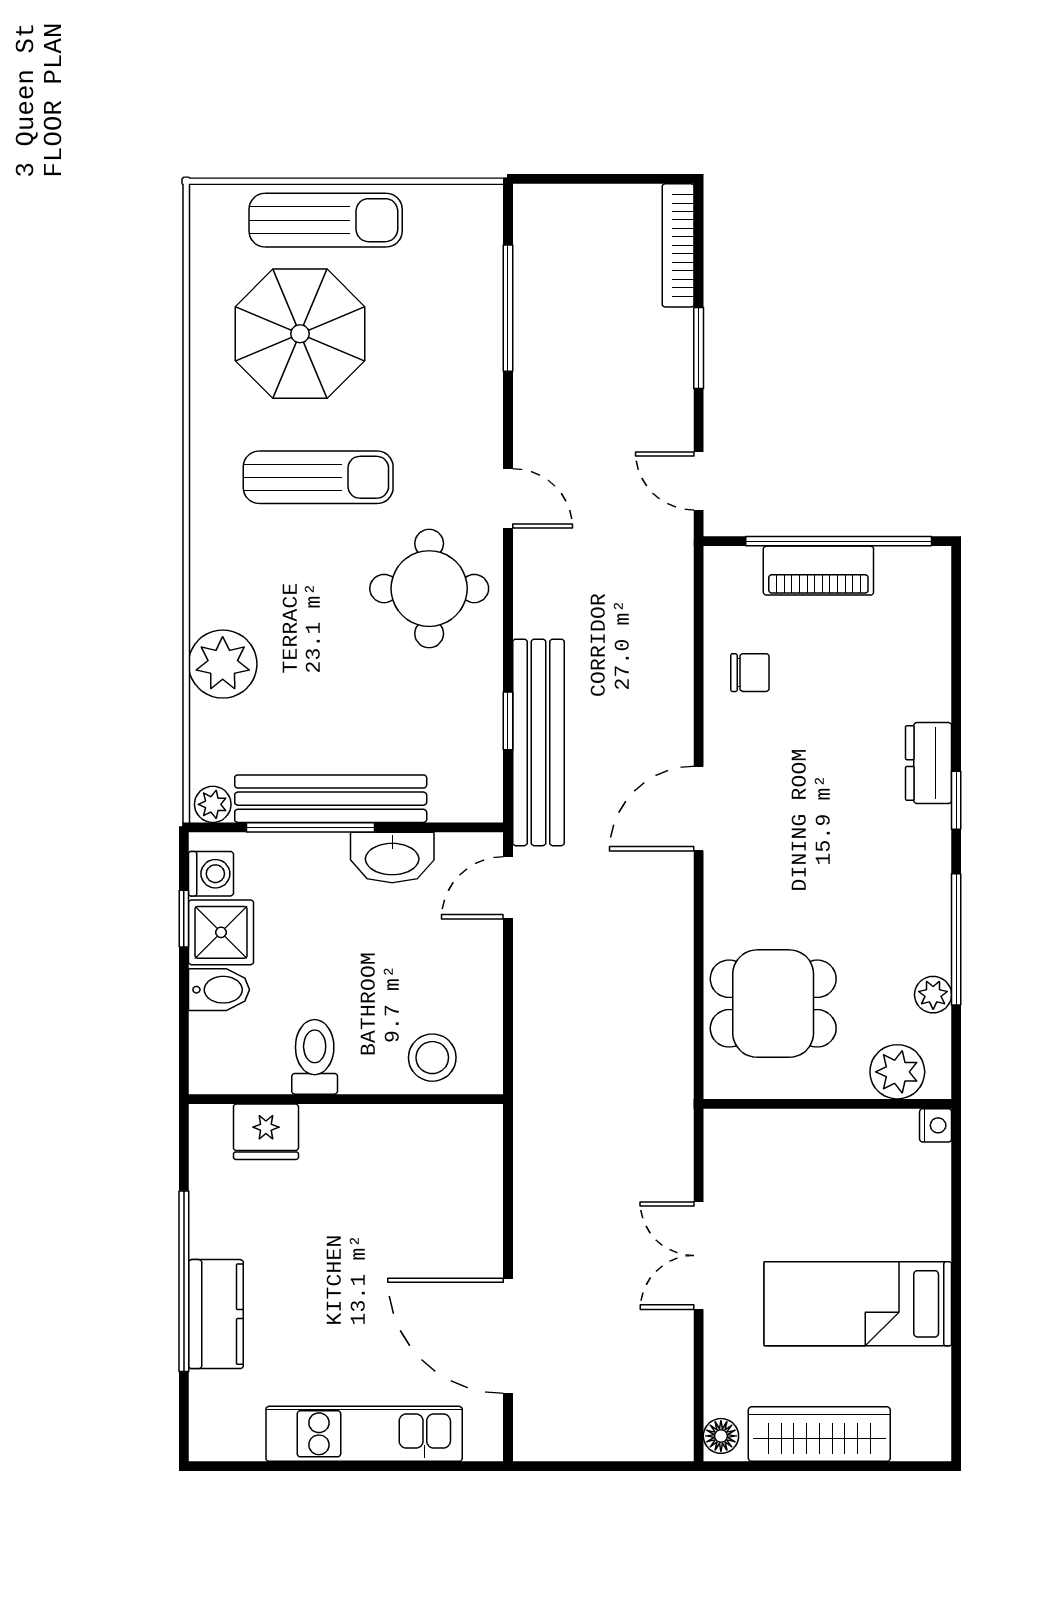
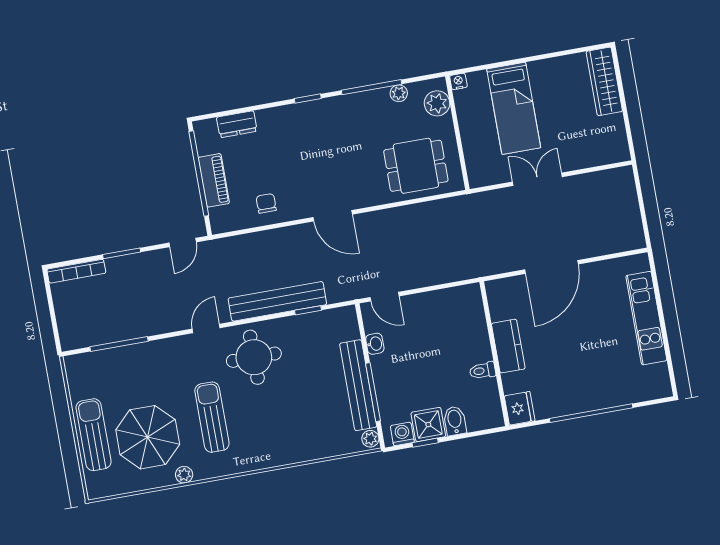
plant: (223, 664) -> (184, 475), moved, width x0.53, depth x0.53
bench: (538, 742) -> (277, 301), moved
dresser: (929, 763) -> (237, 124), moved
washbasin: (392, 857) -> (375, 344), width x0.52, depth x0.69
dining table: (773, 1004) -> (416, 166), turned 90
toilet: (315, 1057) -> (482, 371), width x0.73, depth x0.72
stool: (432, 1058) -> (468, 318), removed
fridge: (266, 1132) -> (520, 408), moved
double door: (699, 1256) -> (537, 179), swing flipped
bed: (858, 1304) -> (514, 108), moved
kitchen counter: (216, 1314) -> (508, 346), moved, turned 90
door: (508, 1336) -> (551, 267), moved
wardrobe: (819, 1434) -> (604, 81), moved
floor lamp: (721, 1436) -> (618, 154), removed

